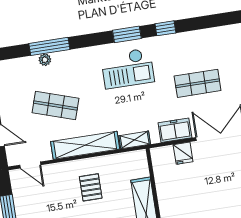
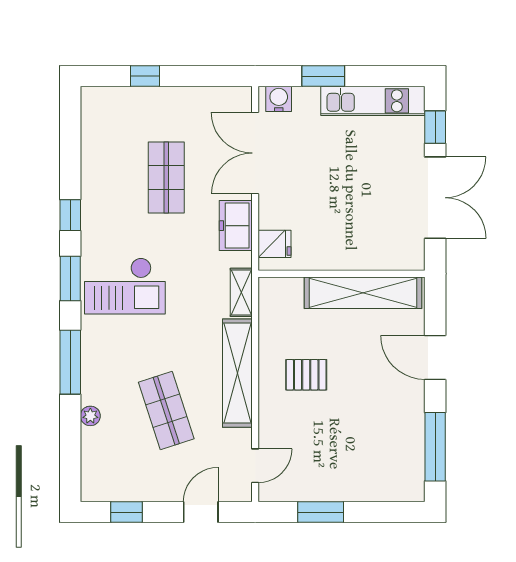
window: (49, 46) -> (70, 362), moved
checkout: (127, 68) -> (125, 286), turned 90
shop shelf: (55, 106) -> (166, 411), turned -36
fridge: (183, 153) -> (275, 244), moved

